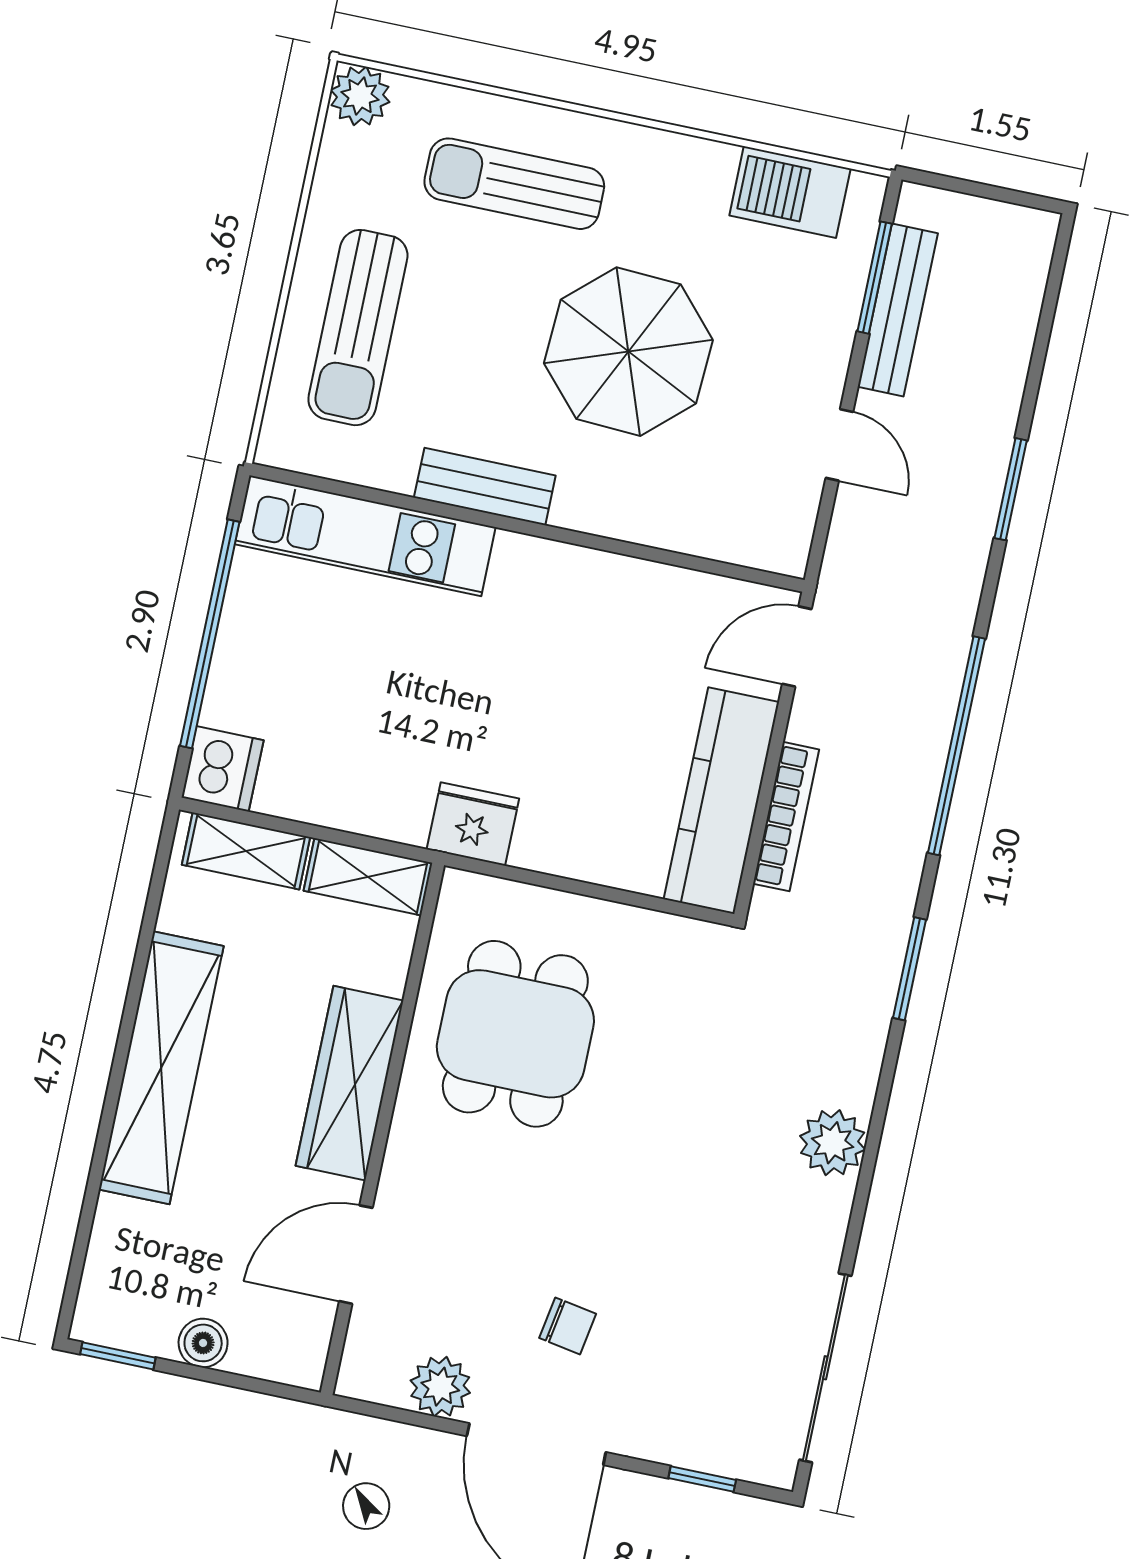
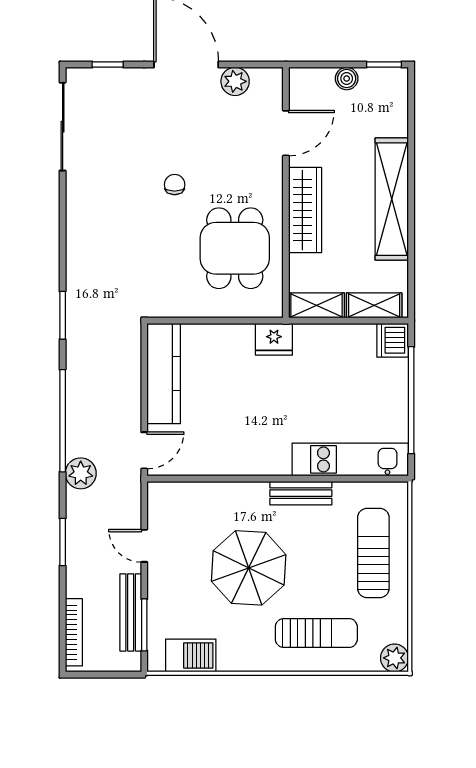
bookcase: (786, 817) -> (74, 632), moved, turned 180
plant: (833, 1143) -> (81, 473), moved
chair: (568, 1326) -> (175, 185), moved, turned 80

